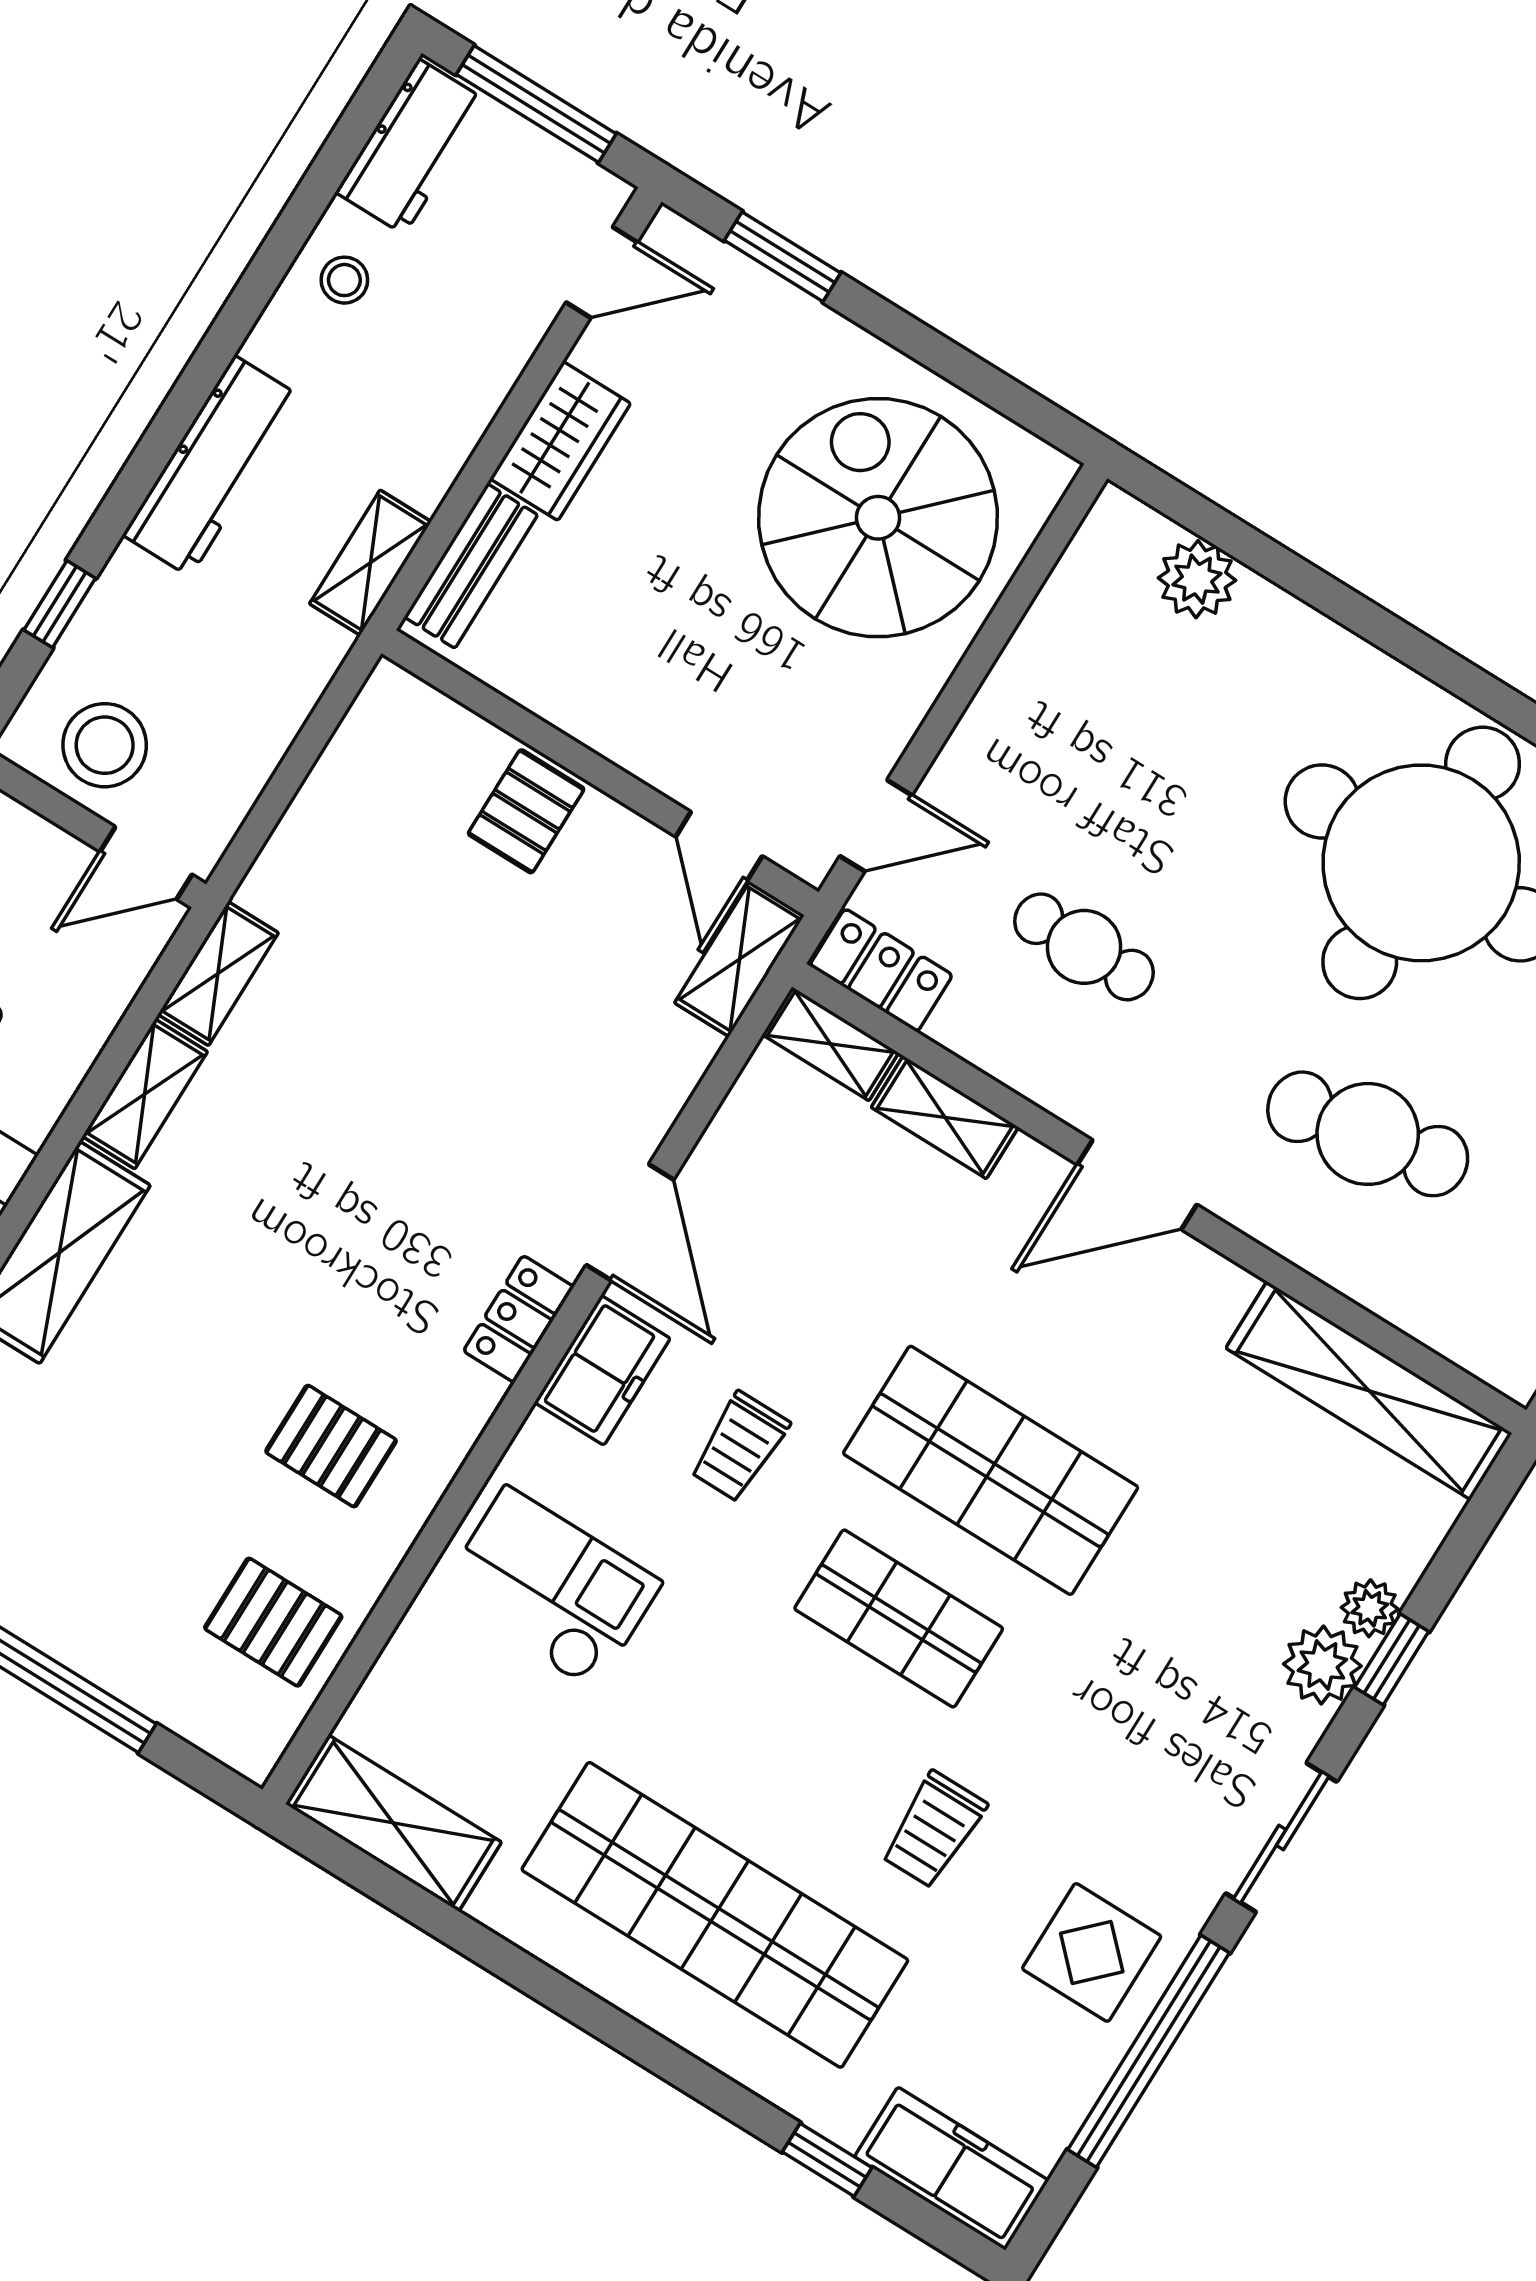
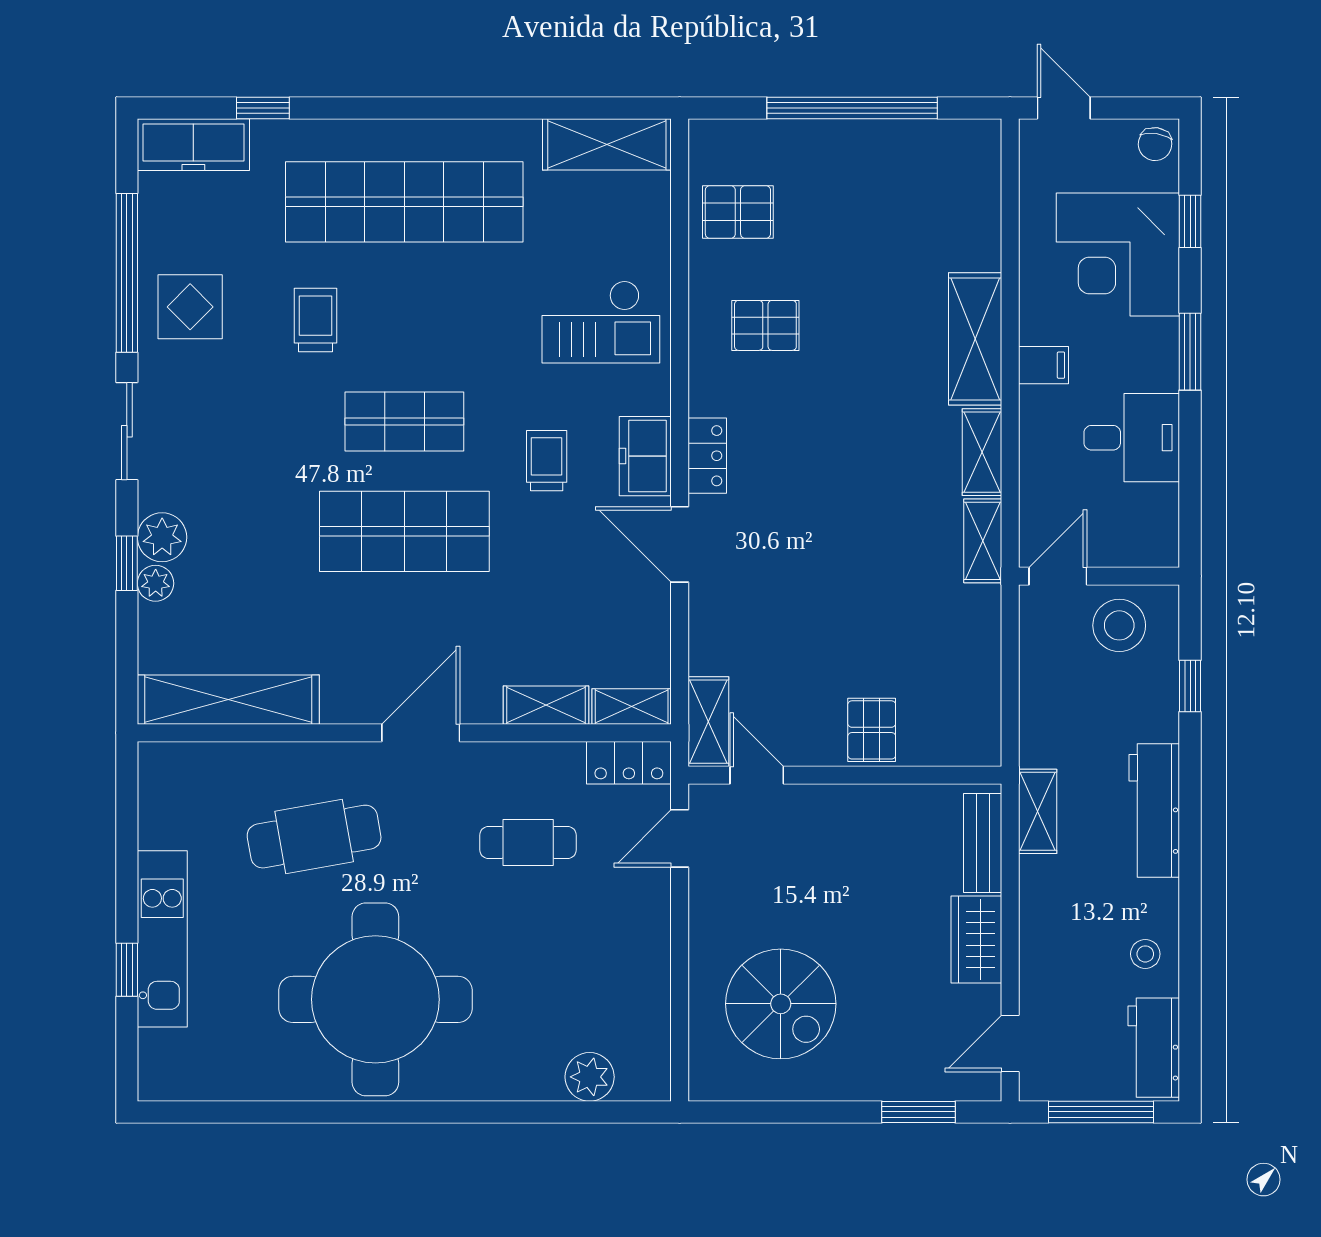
spiral stairs: (878, 518) -> (781, 1004), width x0.73, depth x0.73

